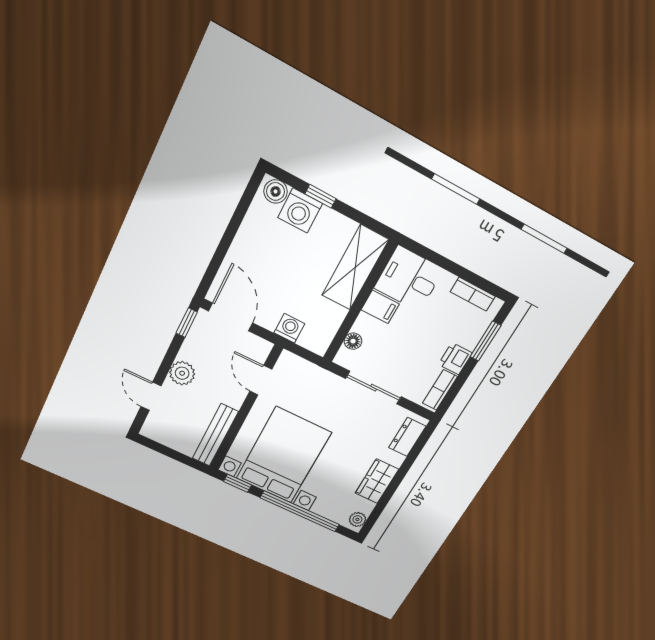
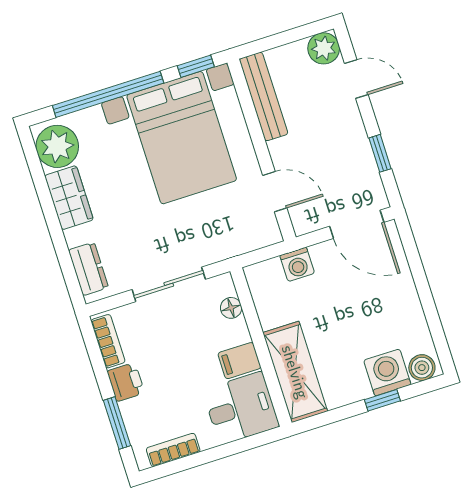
window: (187, 323) -> (380, 153), moved
plant: (182, 373) -> (324, 48), moved
plant: (357, 519) -> (57, 146), width x1.87, depth x1.87

